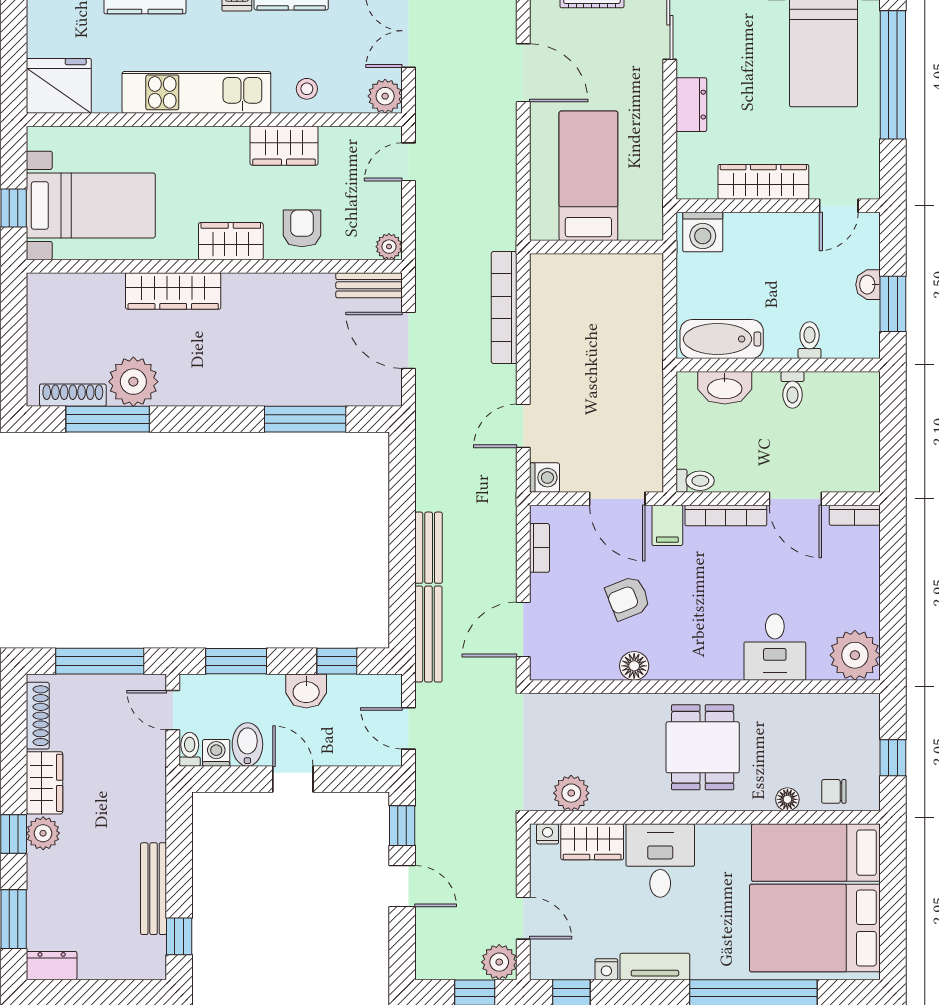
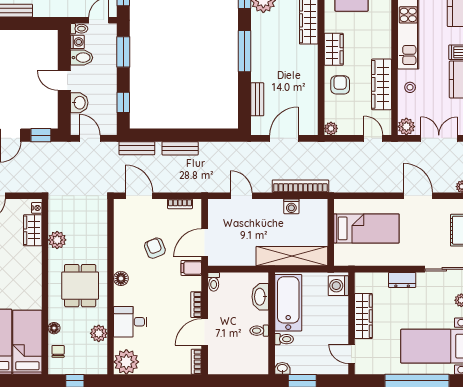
door: (523, 73) -> (418, 196), swing flipped
wardrobe: (284, 146) -> (382, 84), width x1.50
armchair: (302, 228) -> (340, 85), turned -90
bench: (369, 285) -> (257, 99), moved
washbasin: (868, 285) -> (282, 368), moved
shelving: (644, 325) -> (292, 256), added
bathtub: (722, 339) -> (288, 303), width x1.36, depth x1.36
window: (305, 419) -> (245, 51), moved
washing machine: (544, 478) -> (291, 206), moved
bookcase: (726, 516) -> (196, 305), width x0.64
bench: (428, 634) -> (137, 148), width x0.73
floor lamp: (634, 666) -> (121, 278), moved
washbasin: (306, 691) -> (79, 103), moved, turned 180
plant: (798, 710) -> (99, 333), added
door: (409, 728) -> (90, 138), hinge flipped
dining table: (703, 747) -> (80, 286), turned 90
door: (293, 779) -> (64, 80), swing flipped
plant: (571, 793) -> (57, 240), moved
desk: (660, 861) -> (23, 264), removed

